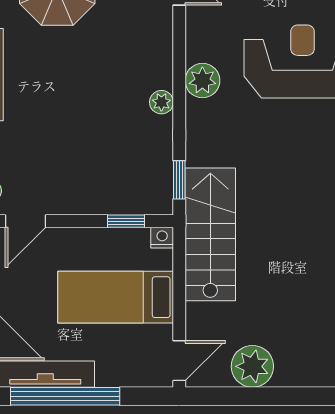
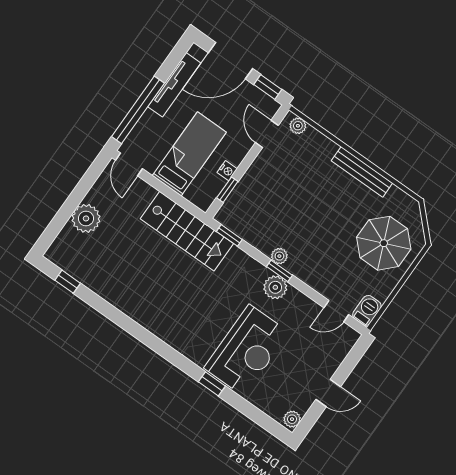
window: (179, 90) -> (279, 271), added
nightstand: (162, 238) -> (227, 171), moved
plant: (252, 366) -> (86, 218), moved
window: (65, 396) -> (138, 110), moved

